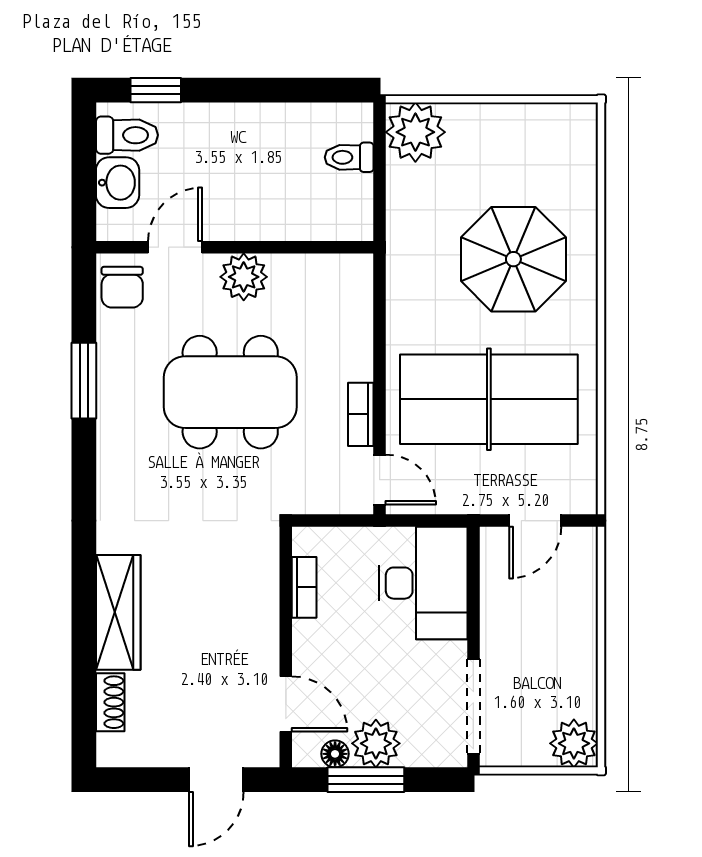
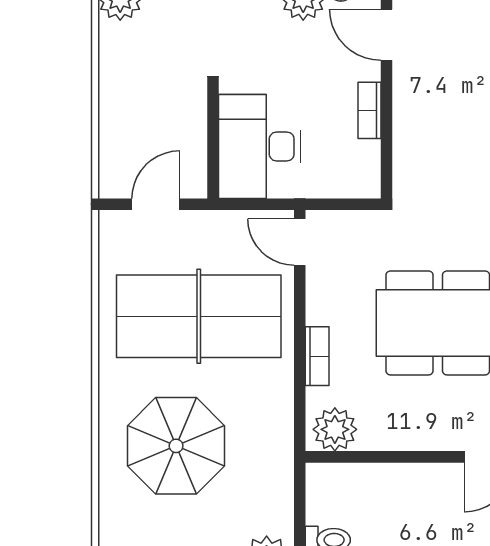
plant: (244, 277) -> (335, 429), moved
bookcase: (361, 414) -> (317, 356), moved
bookcase: (304, 587) -> (369, 110), moved

